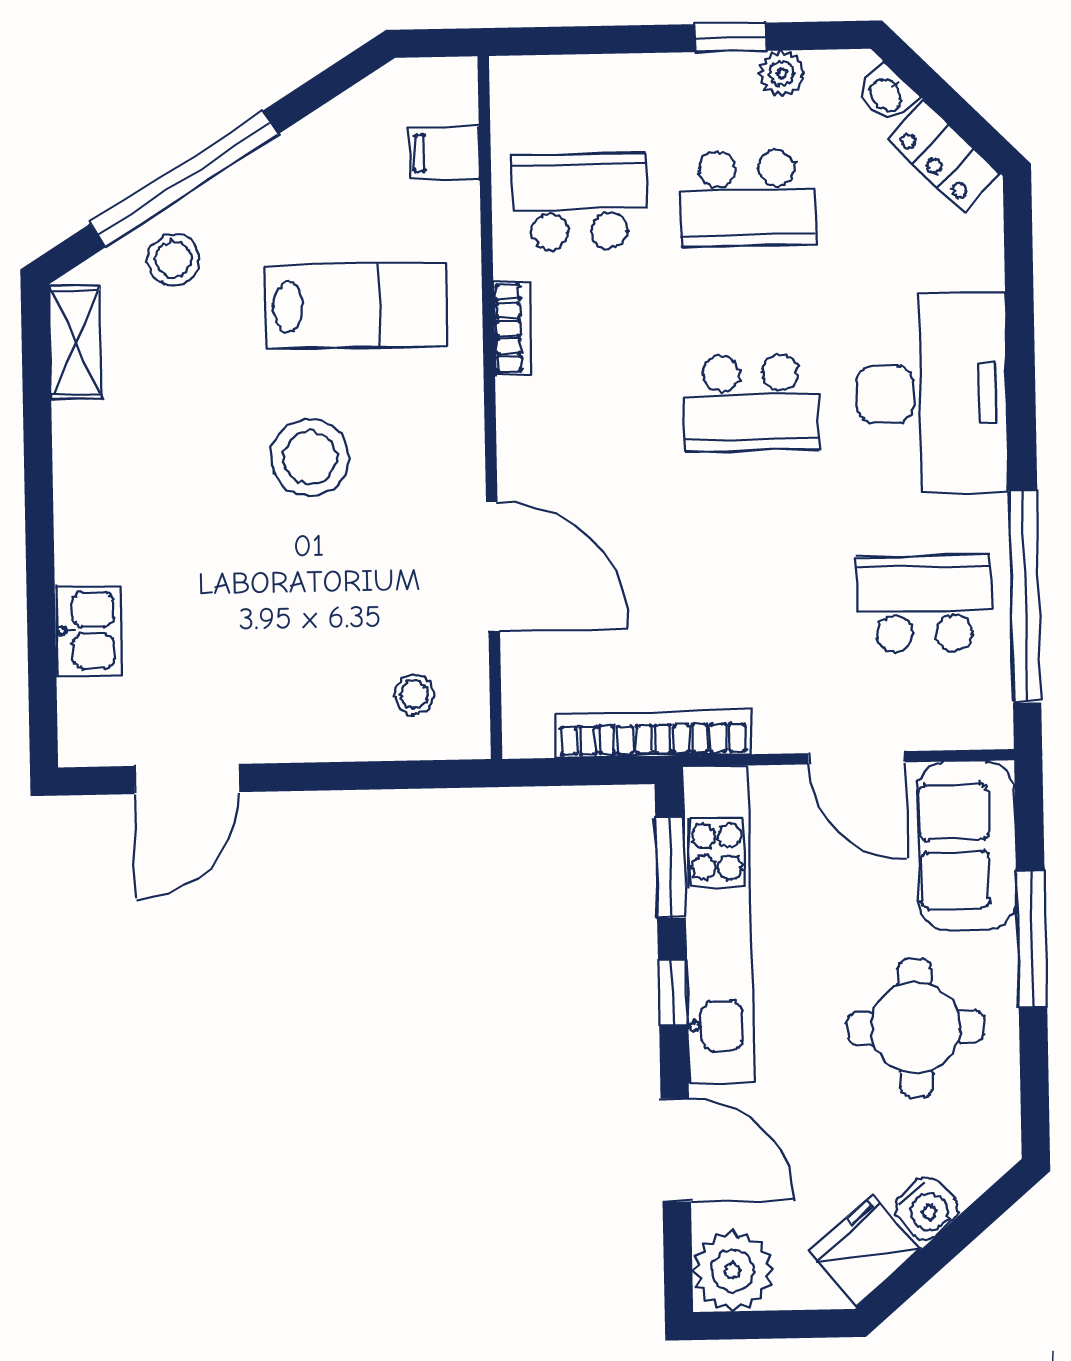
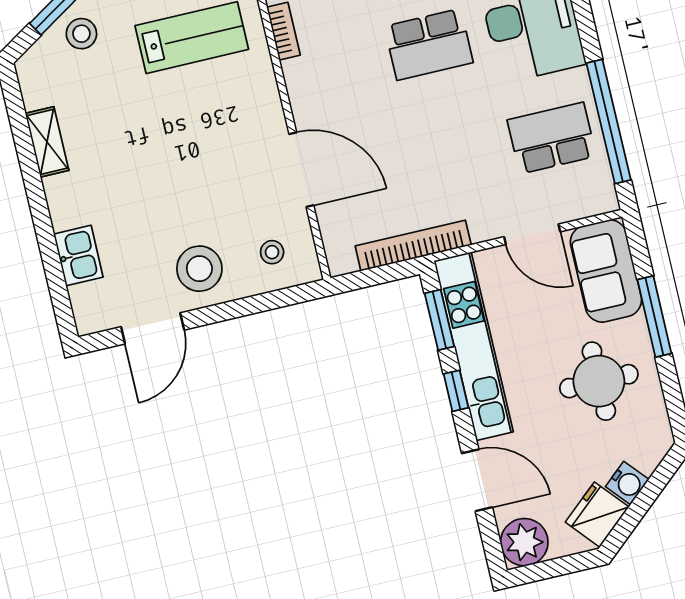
shelving: (75, 342) -> (47, 142), moved
stool: (310, 458) -> (199, 269), moved

